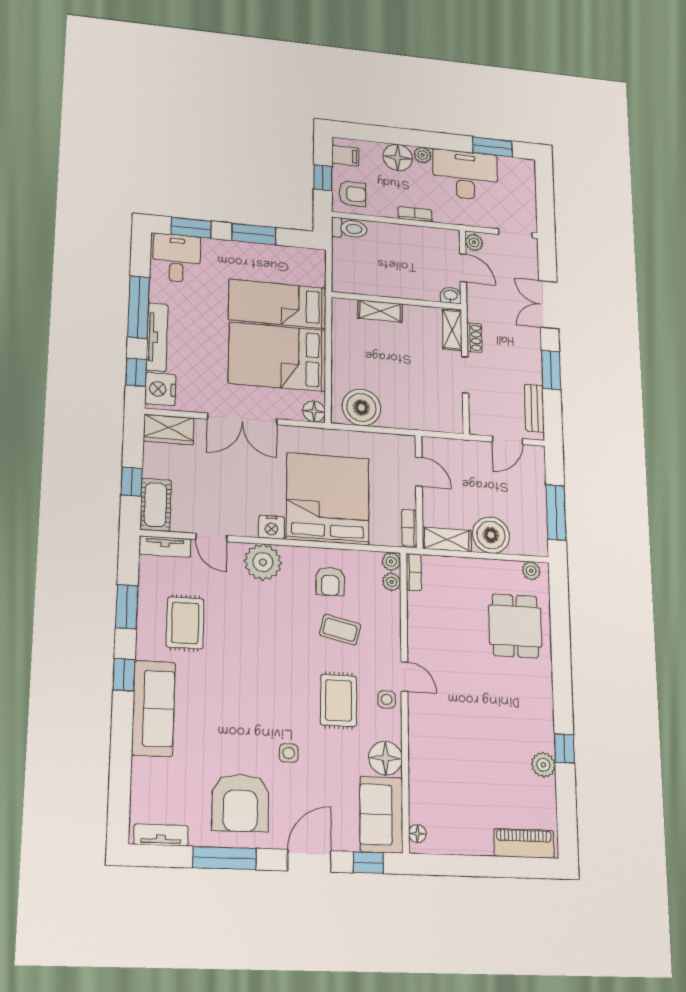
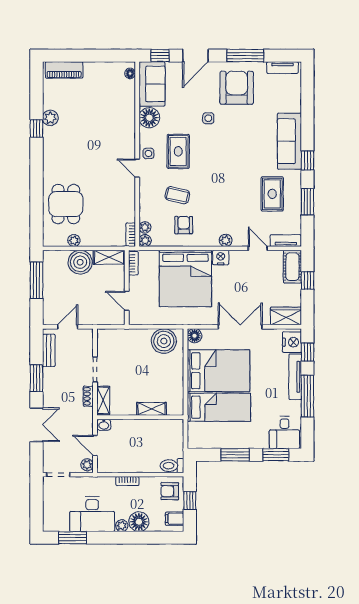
plant: (263, 562) -> (226, 240), width x0.53, depth x0.53
plant: (531, 571) -> (74, 240), moved

